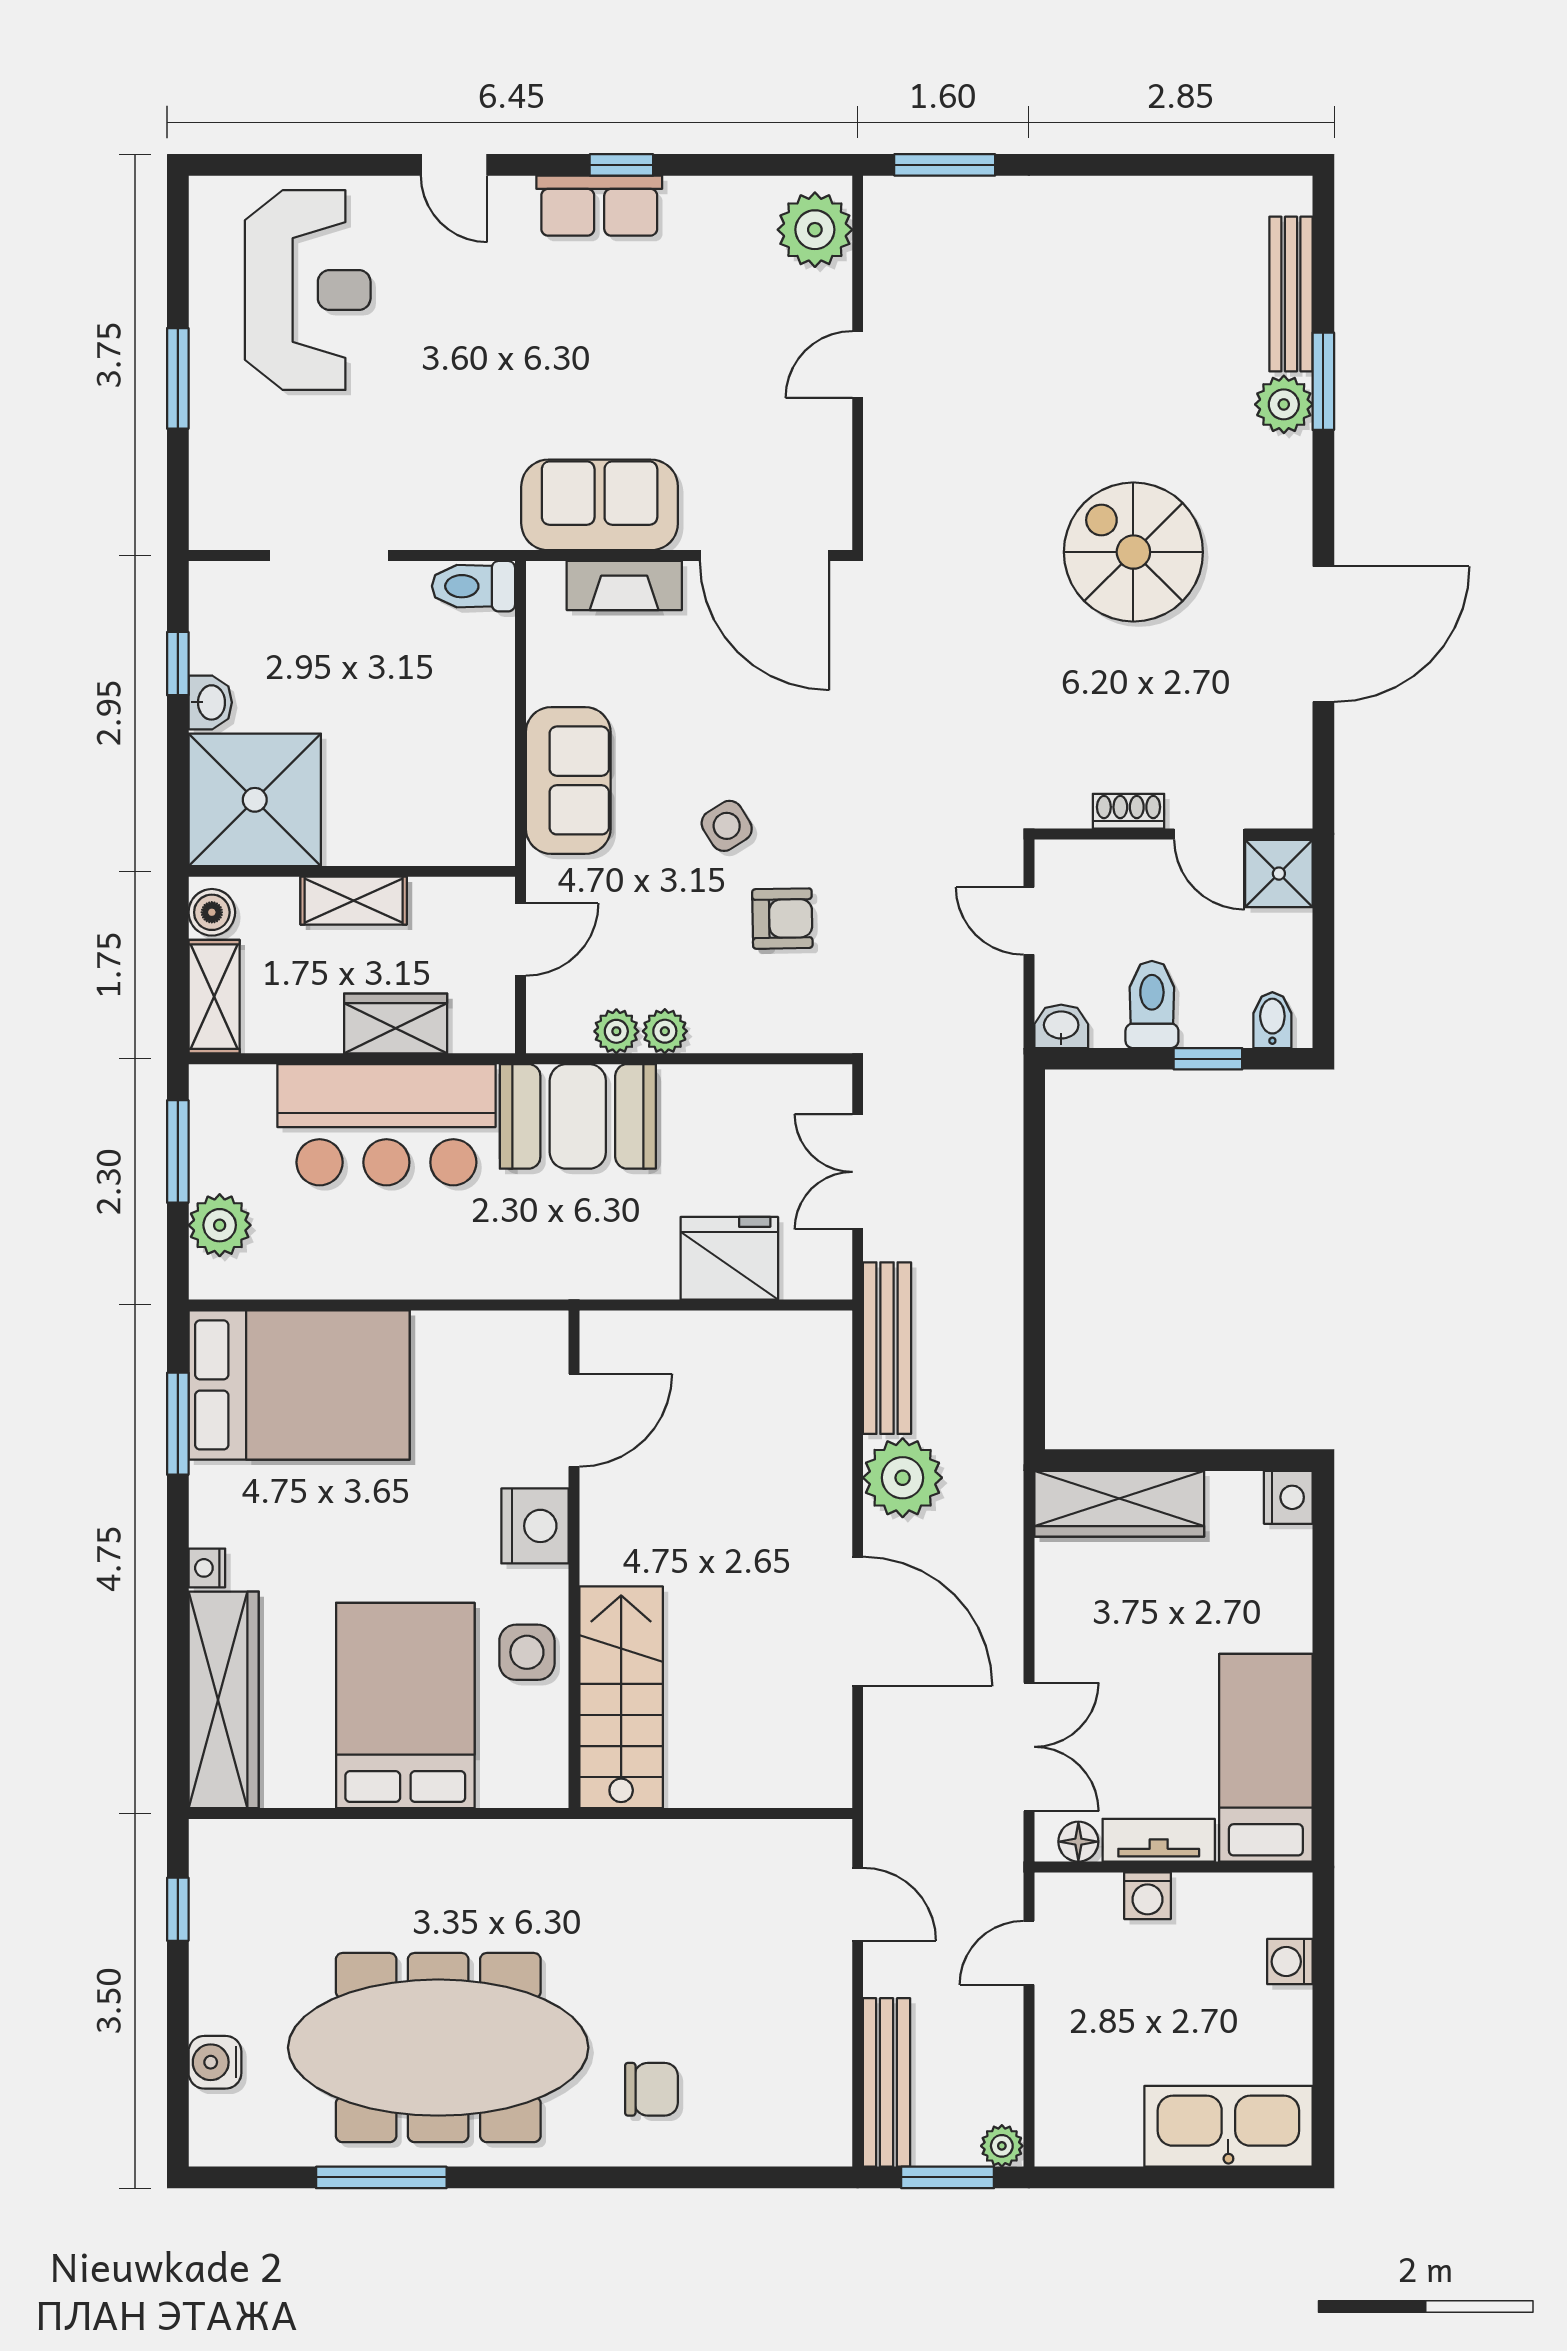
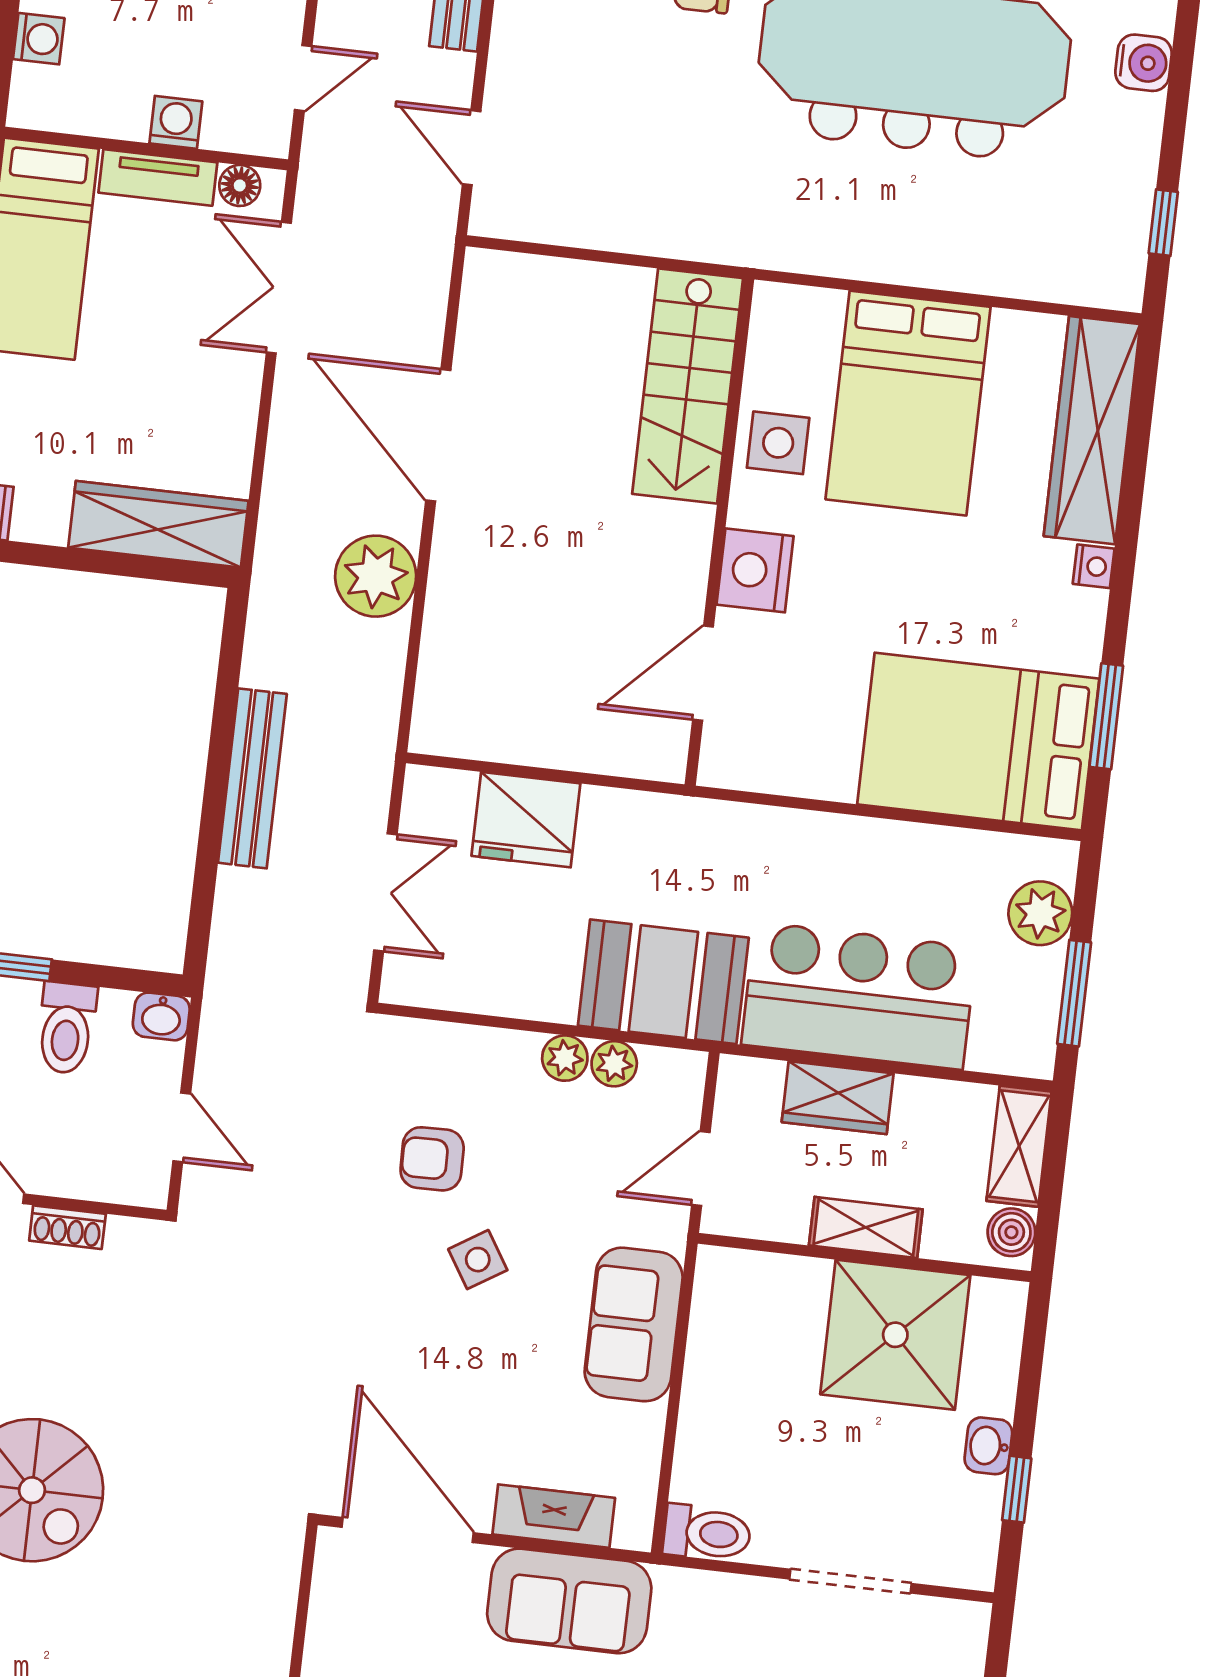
shower: (255, 800) -> (895, 1335), moved
bench: (887, 1348) -> (252, 778), moved

